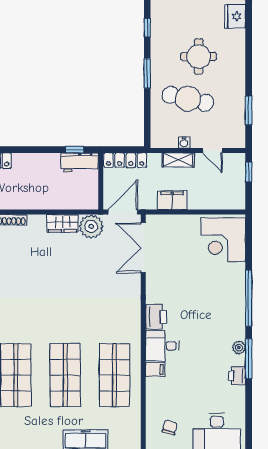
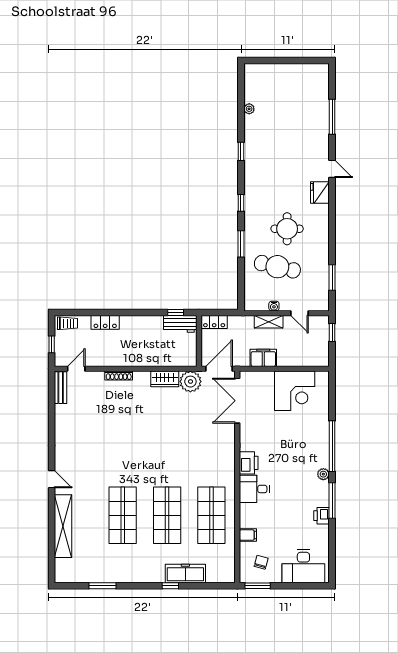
locker: (125, 160) -> (214, 322), width x0.66
corner desk: (223, 240) -> (295, 391), moved, turned -90
plant: (239, 348) -> (323, 474), moved
filing cabinet: (155, 369) -> (248, 535), moved

